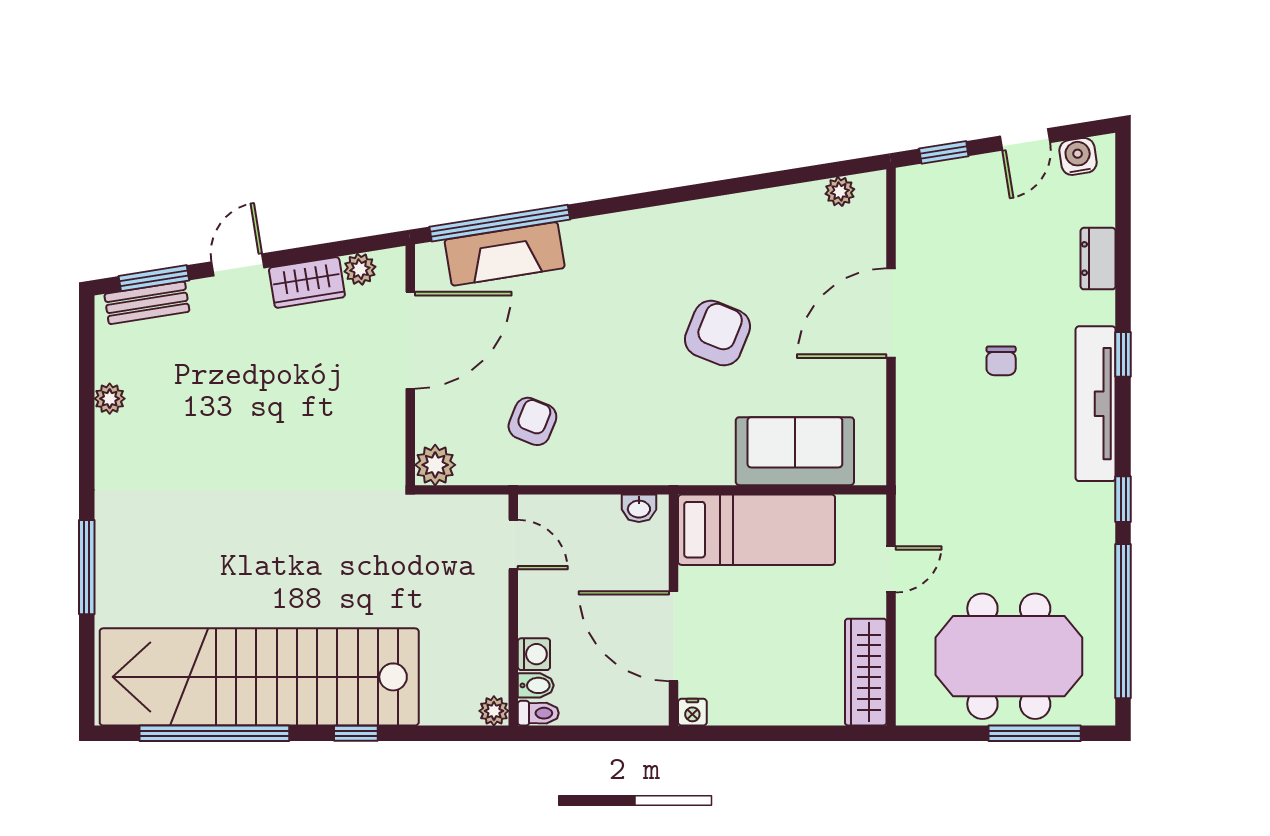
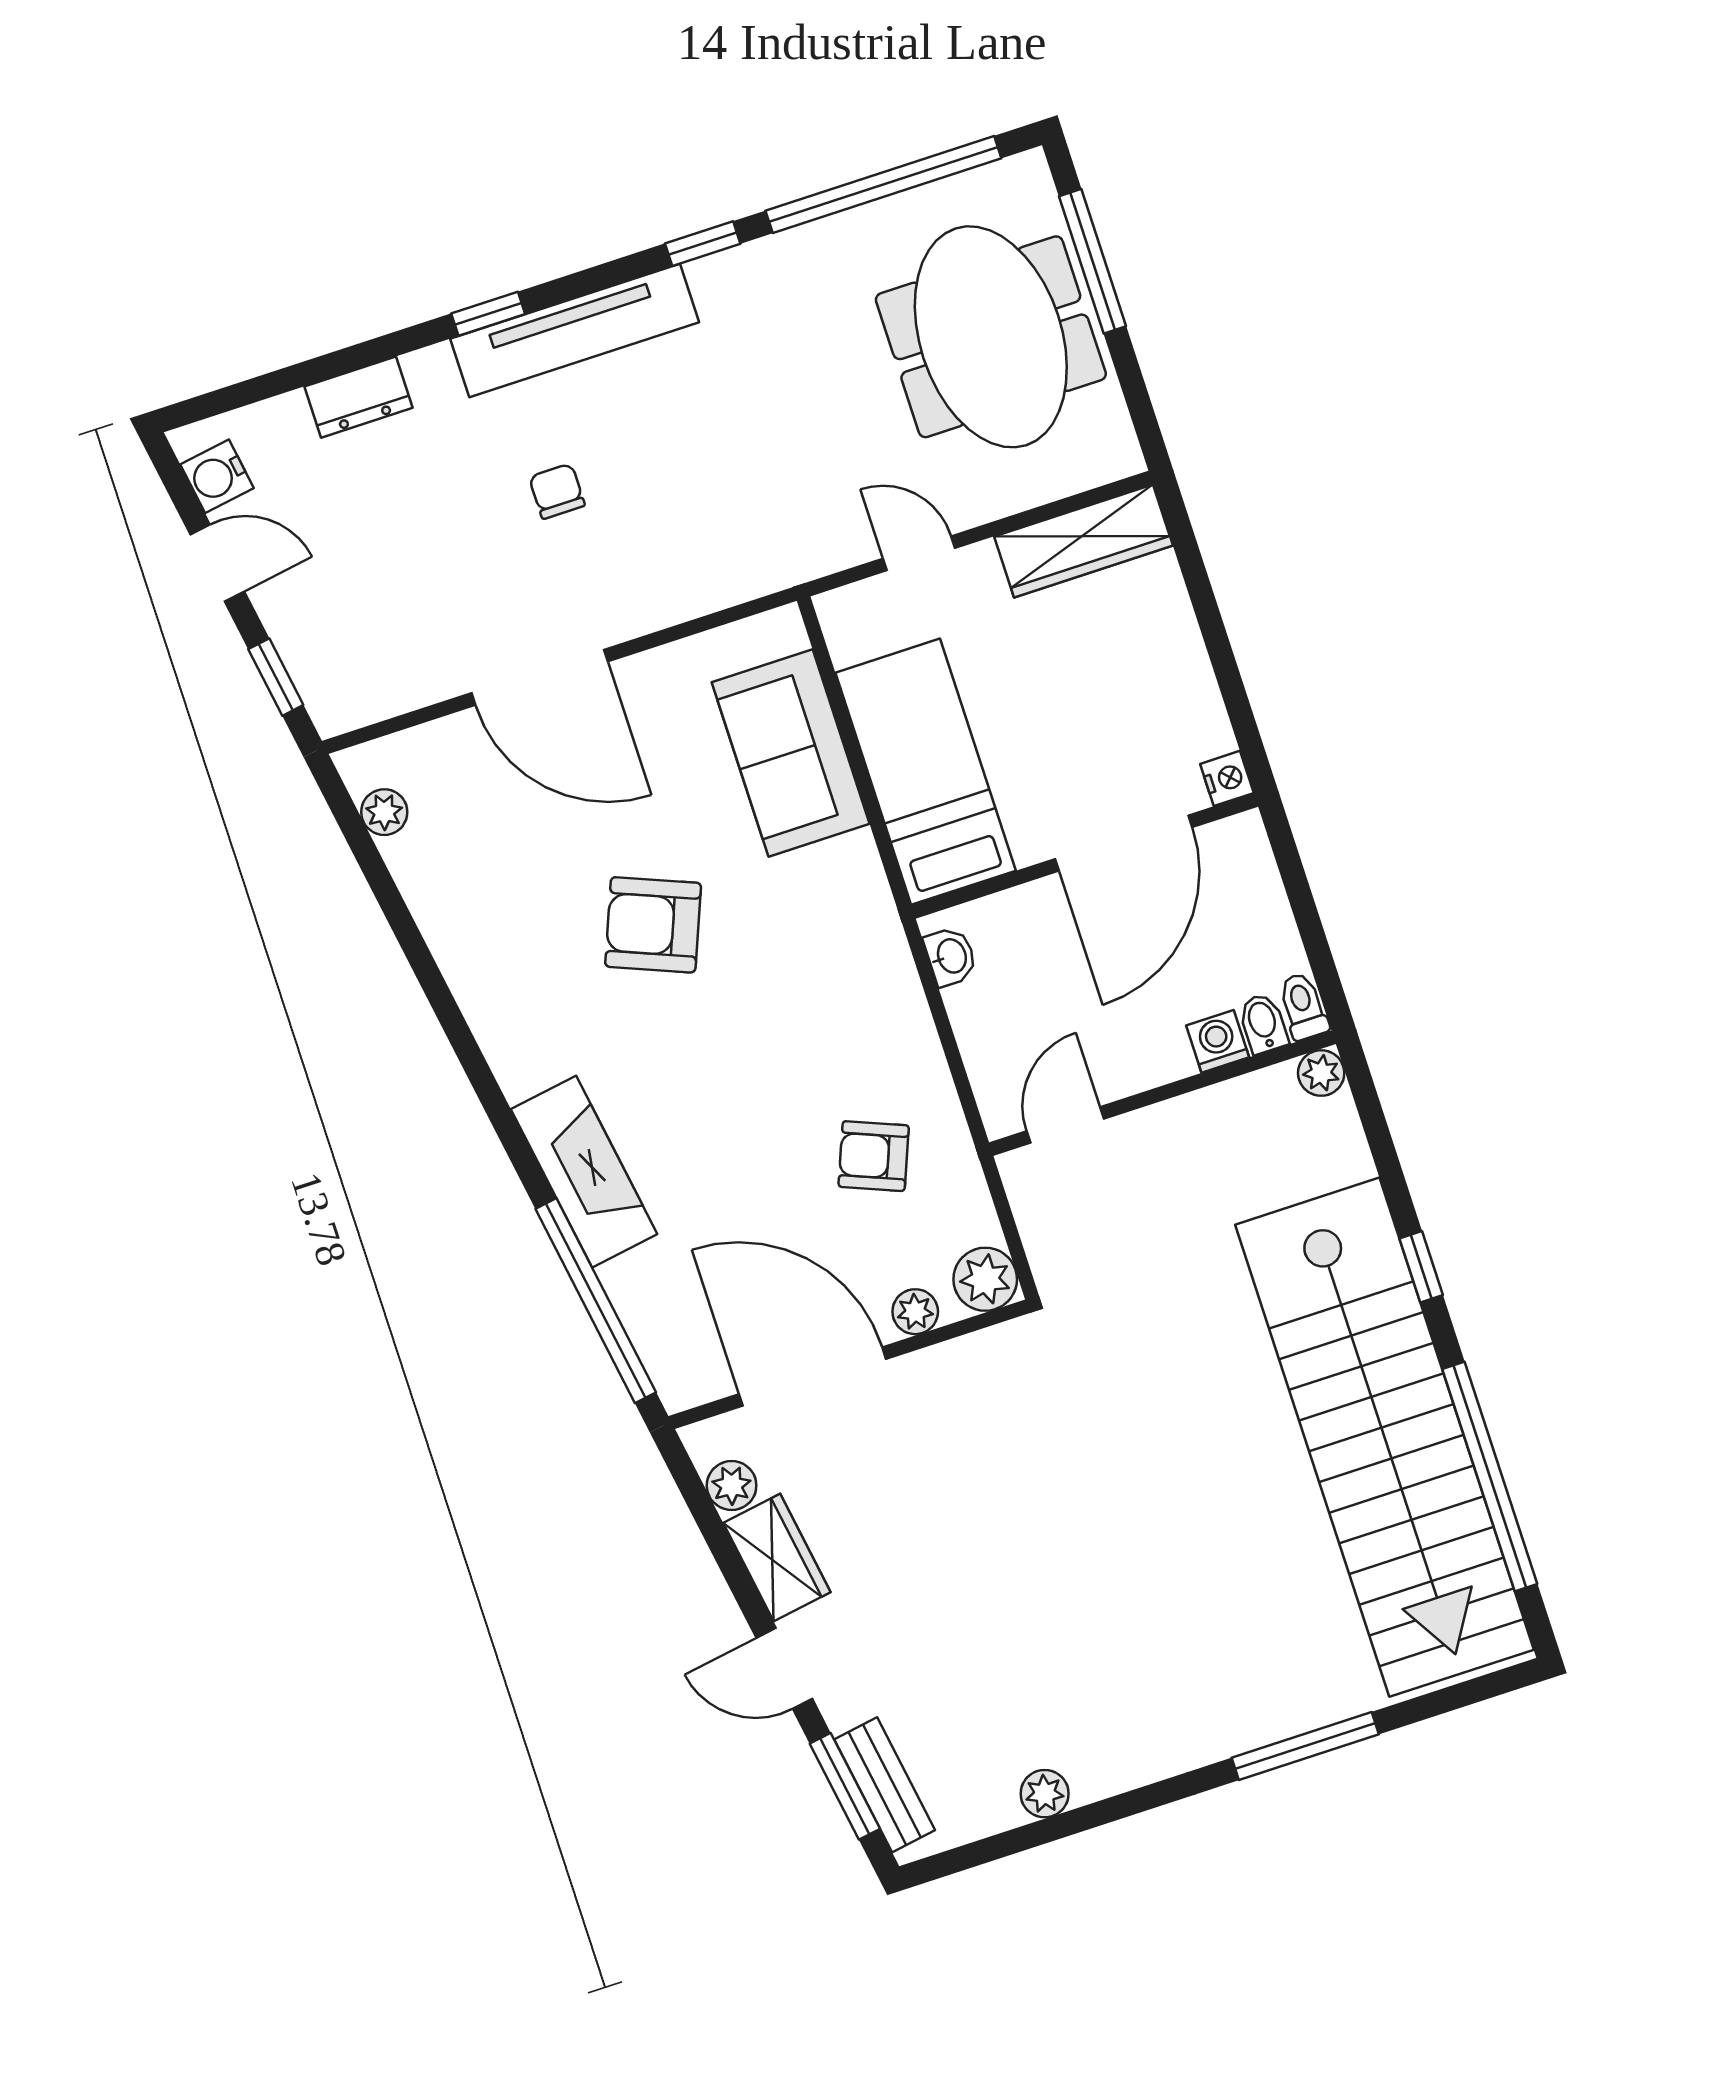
fireplace: (505, 254) -> (584, 1172), moved
chair: (1001, 361) -> (557, 491), turned -90
plant: (429, 416) -> (915, 1312), added

